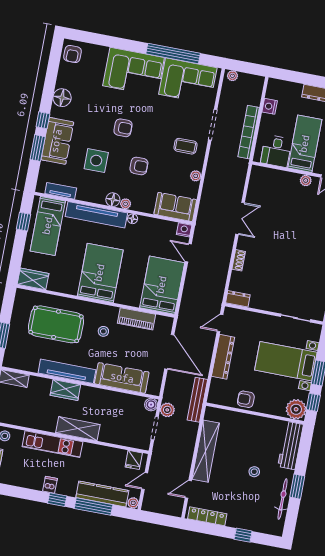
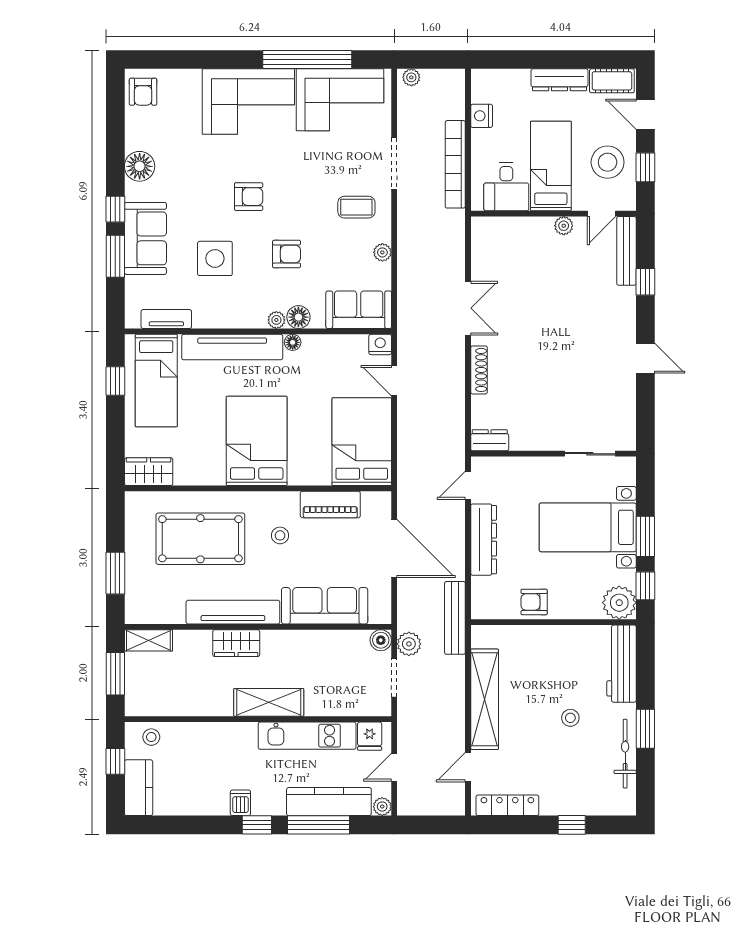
floor lamp: (113, 200) -> (298, 317), moved
shoe rack: (239, 260) -> (479, 370), width x1.43
kitchen unit: (52, 444) -> (307, 736), moved

